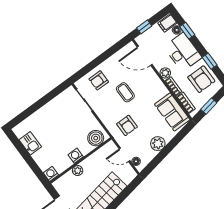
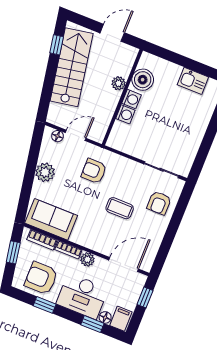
armchair: (99, 80) -> (159, 203), turned 180
boiler: (96, 138) -> (143, 80), moved
washing machine: (51, 174) -> (125, 114), moved

